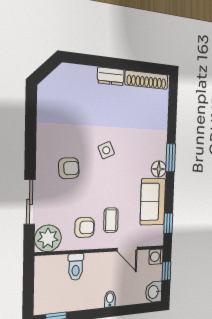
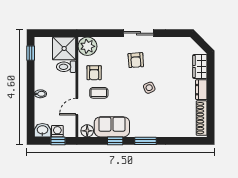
wardrobe: (80, 75) -> (200, 66), added
floor lamp: (159, 169) -> (87, 131), moved
sliding door: (30, 202) -> (138, 33), moved
window: (168, 223) -> (115, 141), moved
washing machine: (156, 257) -> (57, 131), moved
shower: (50, 271) -> (64, 48), added

